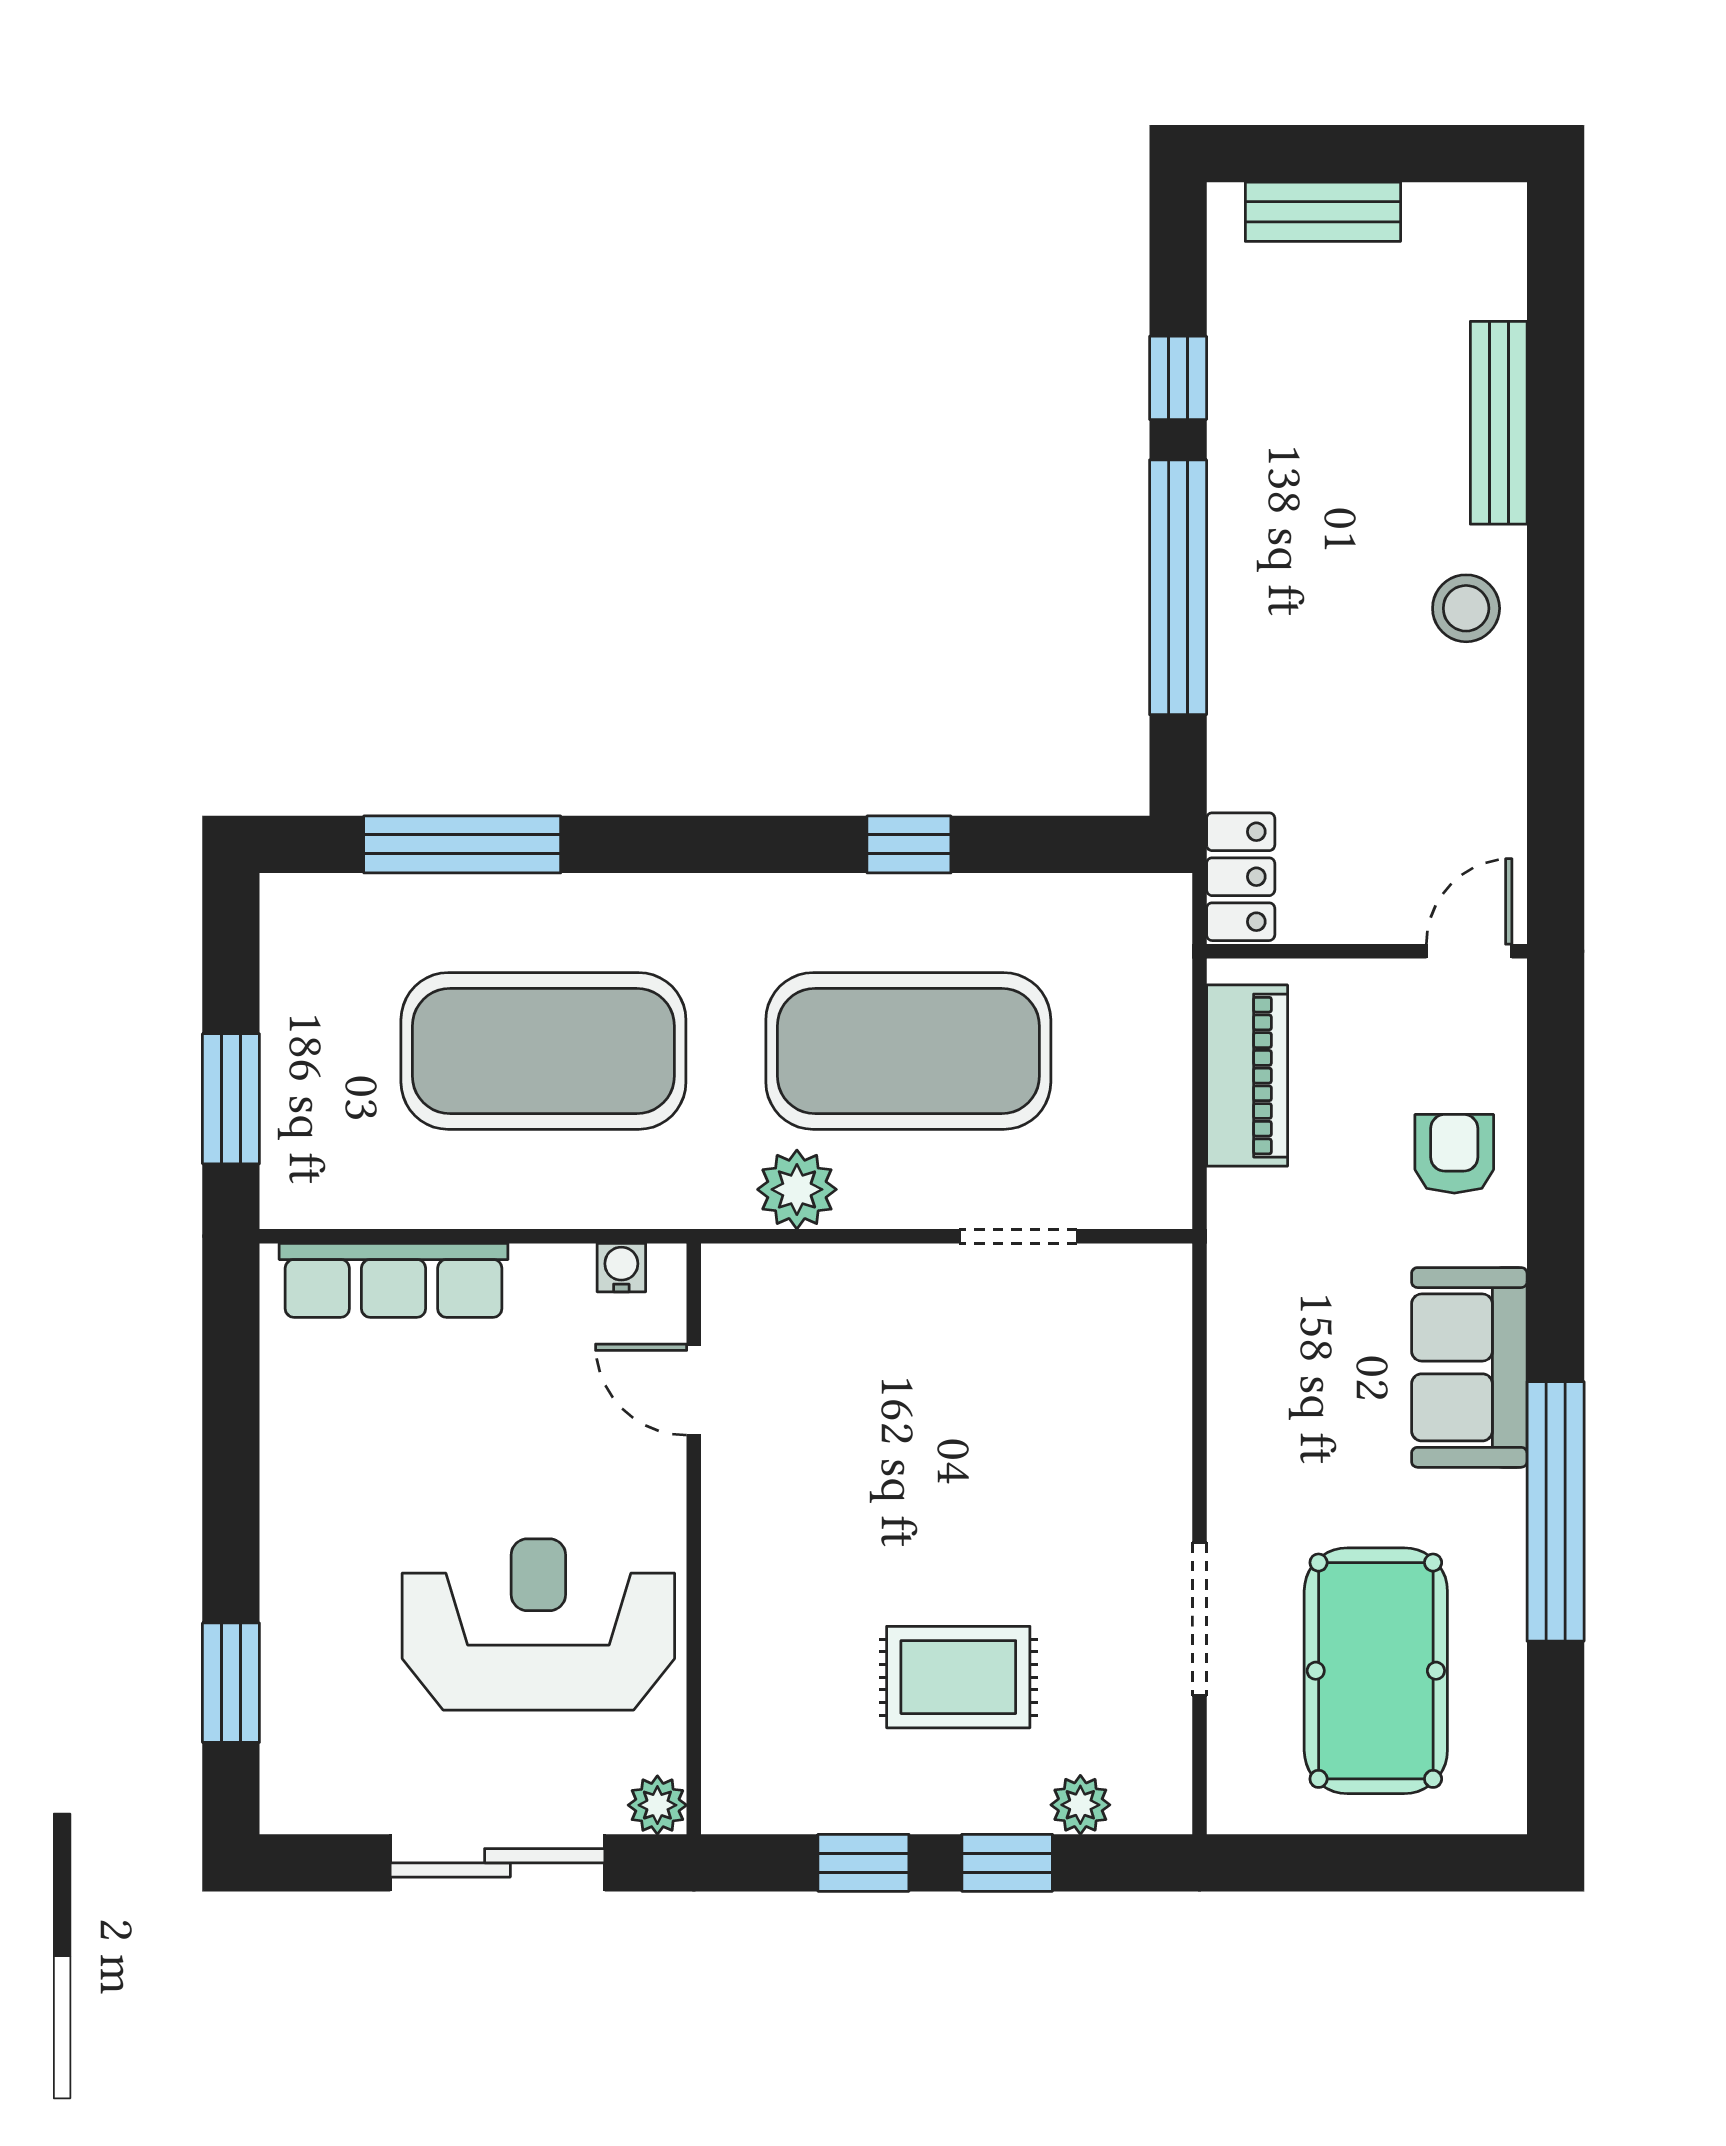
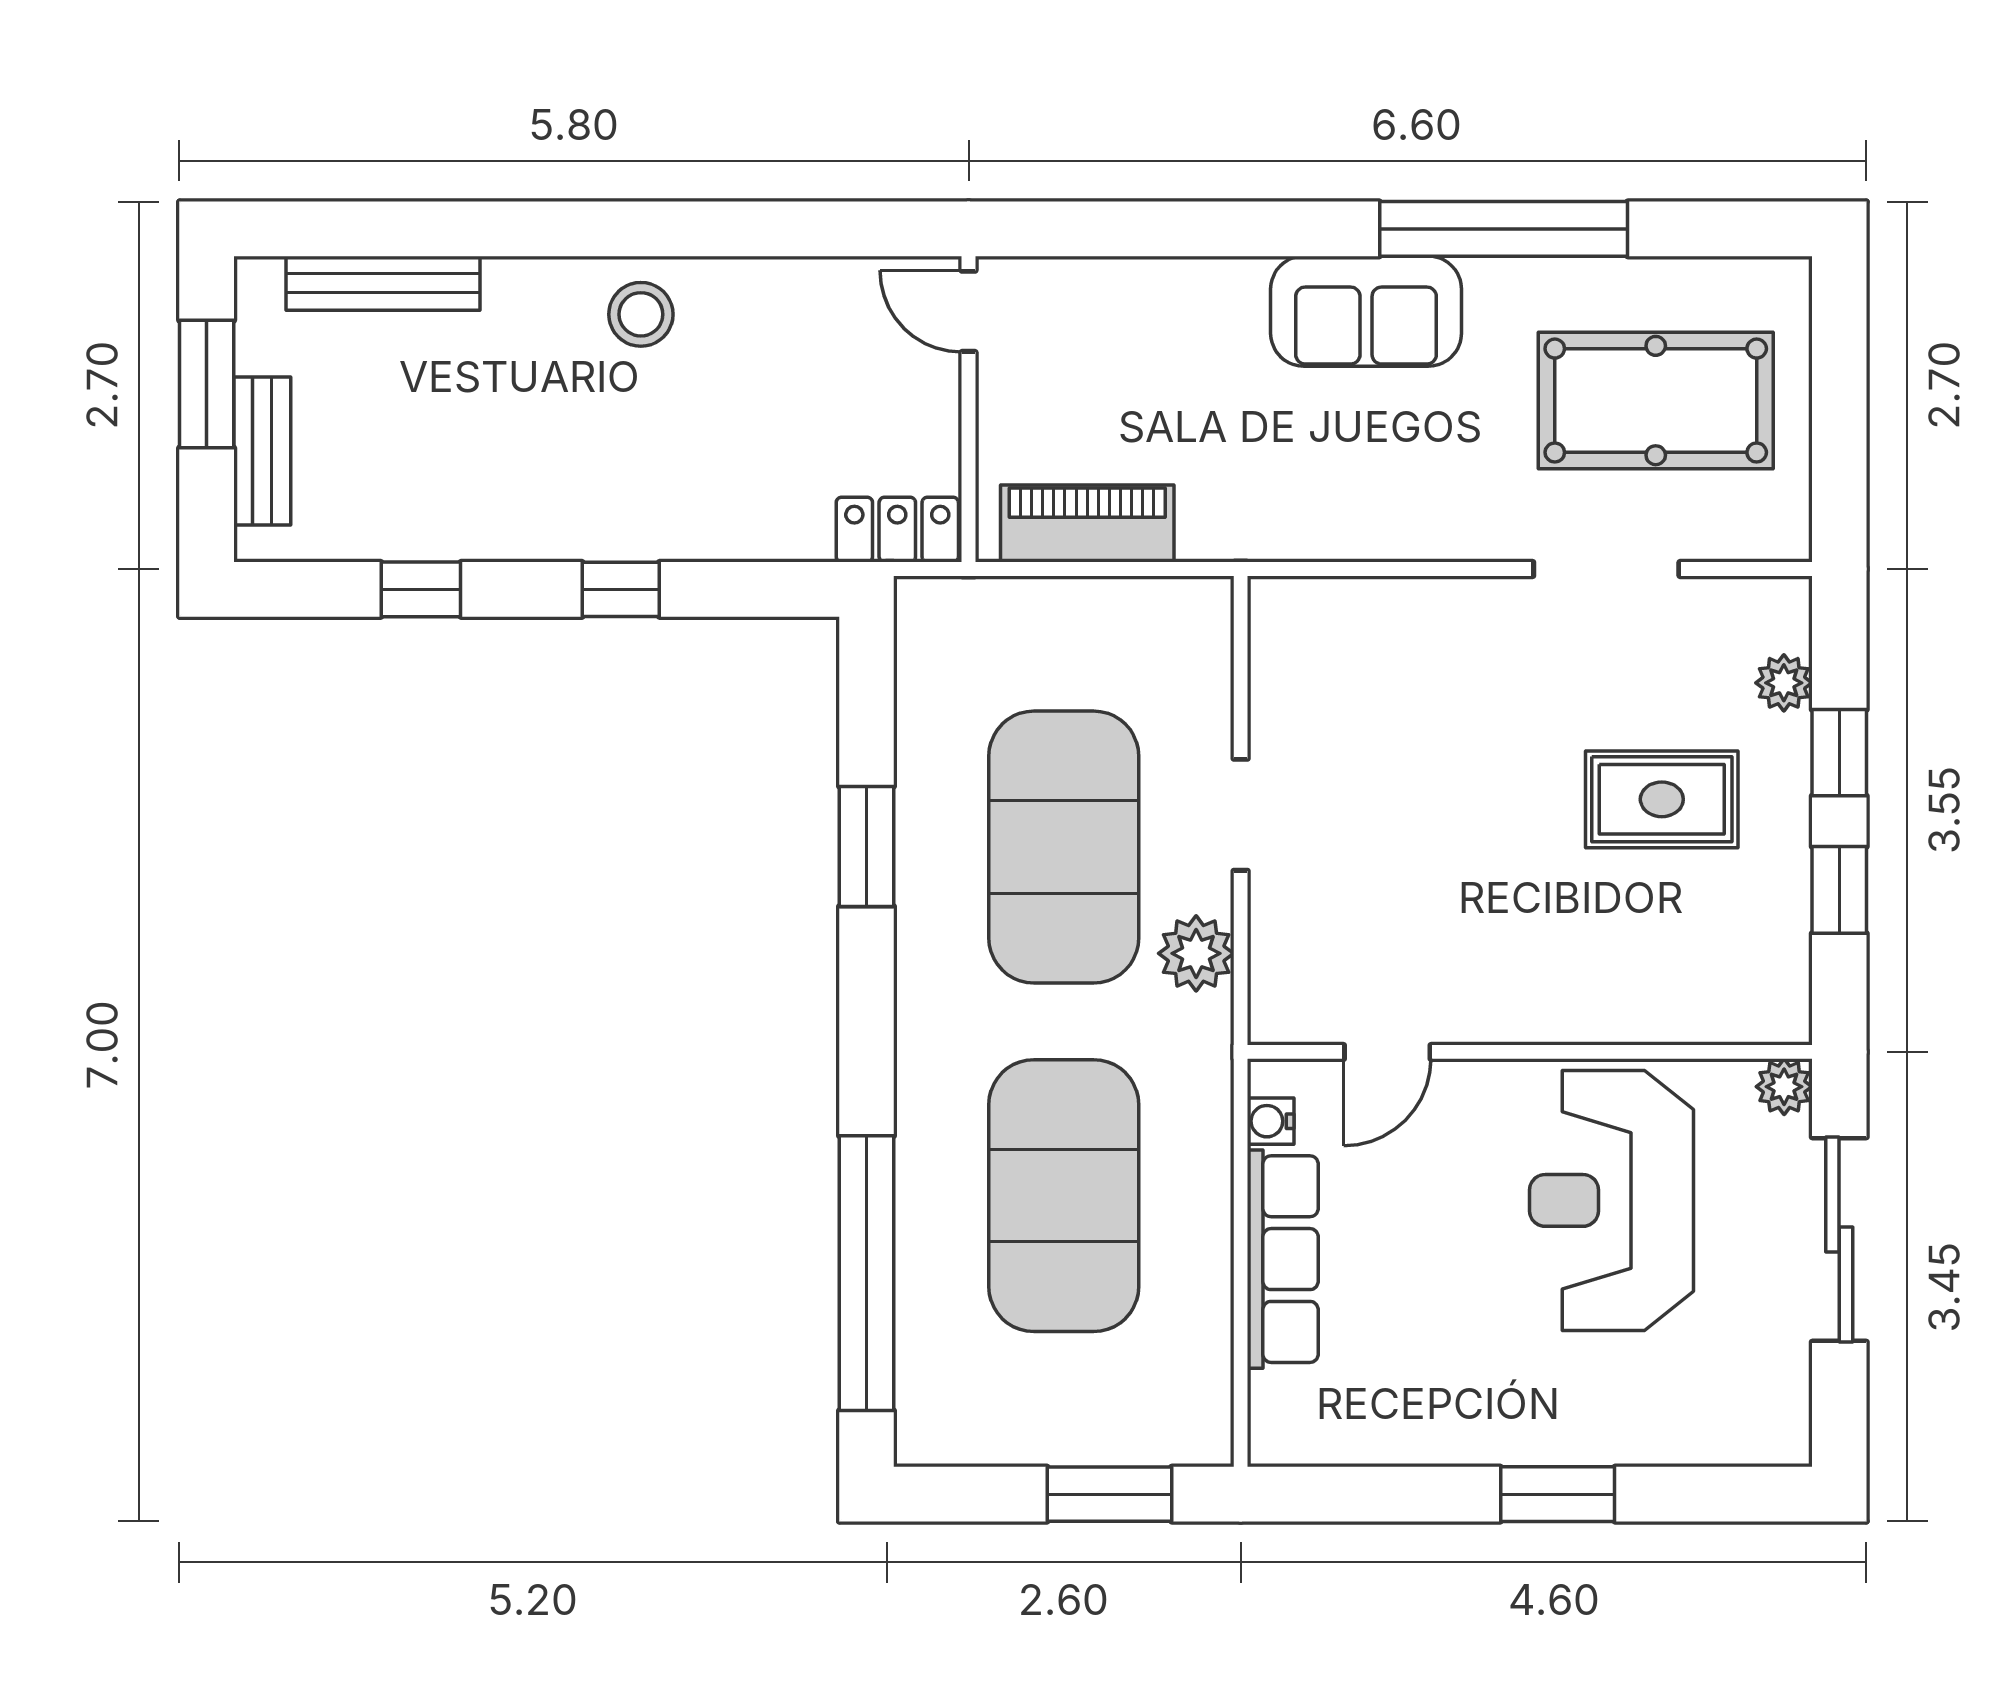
window: (1393, 154) -> (207, 384), added
bench: (1499, 423) -> (383, 283), moved
window: (1178, 587) -> (621, 589), width x0.32
window: (462, 844) -> (866, 1273), width x1.46
window: (909, 844) -> (866, 846), width x1.50
armchair: (1454, 1154) -> (1162, 326), removed
doorway: (1018, 1236) -> (1241, 815), moved
row of seats: (394, 1280) -> (1283, 1259), moved
rug: (958, 1677) -> (1662, 799), turned 90
window: (231, 1683) -> (1558, 1494), moved

